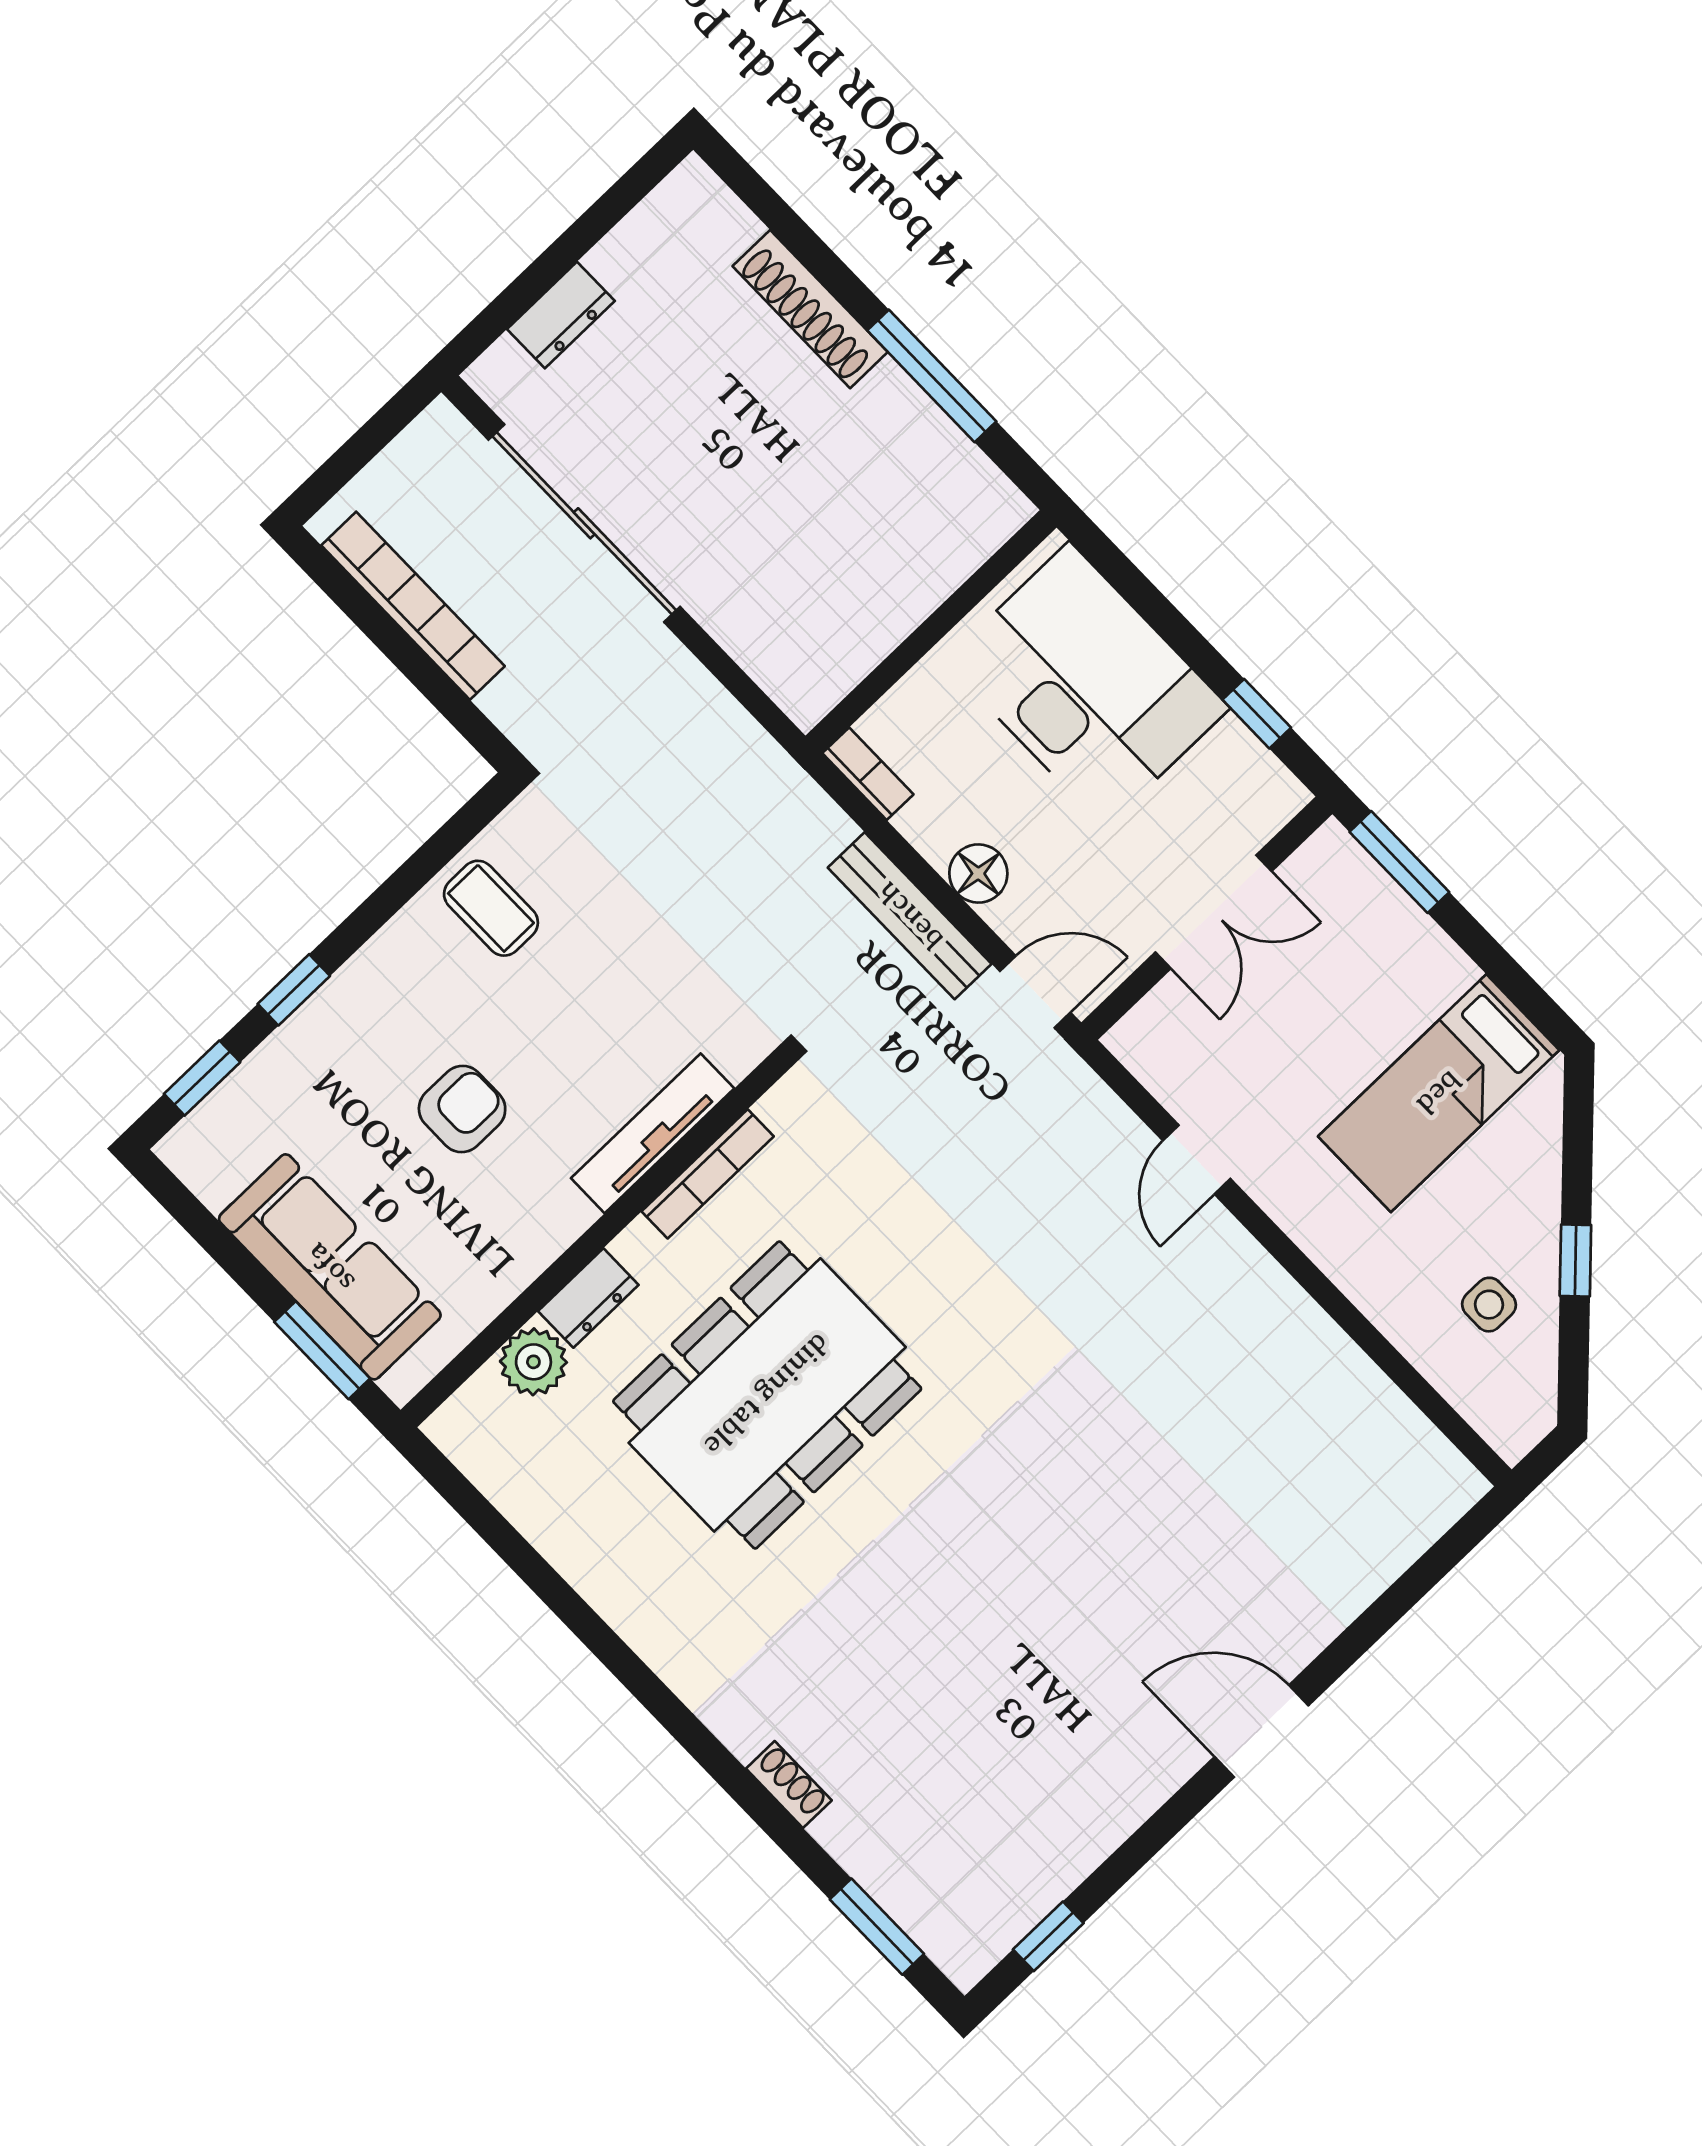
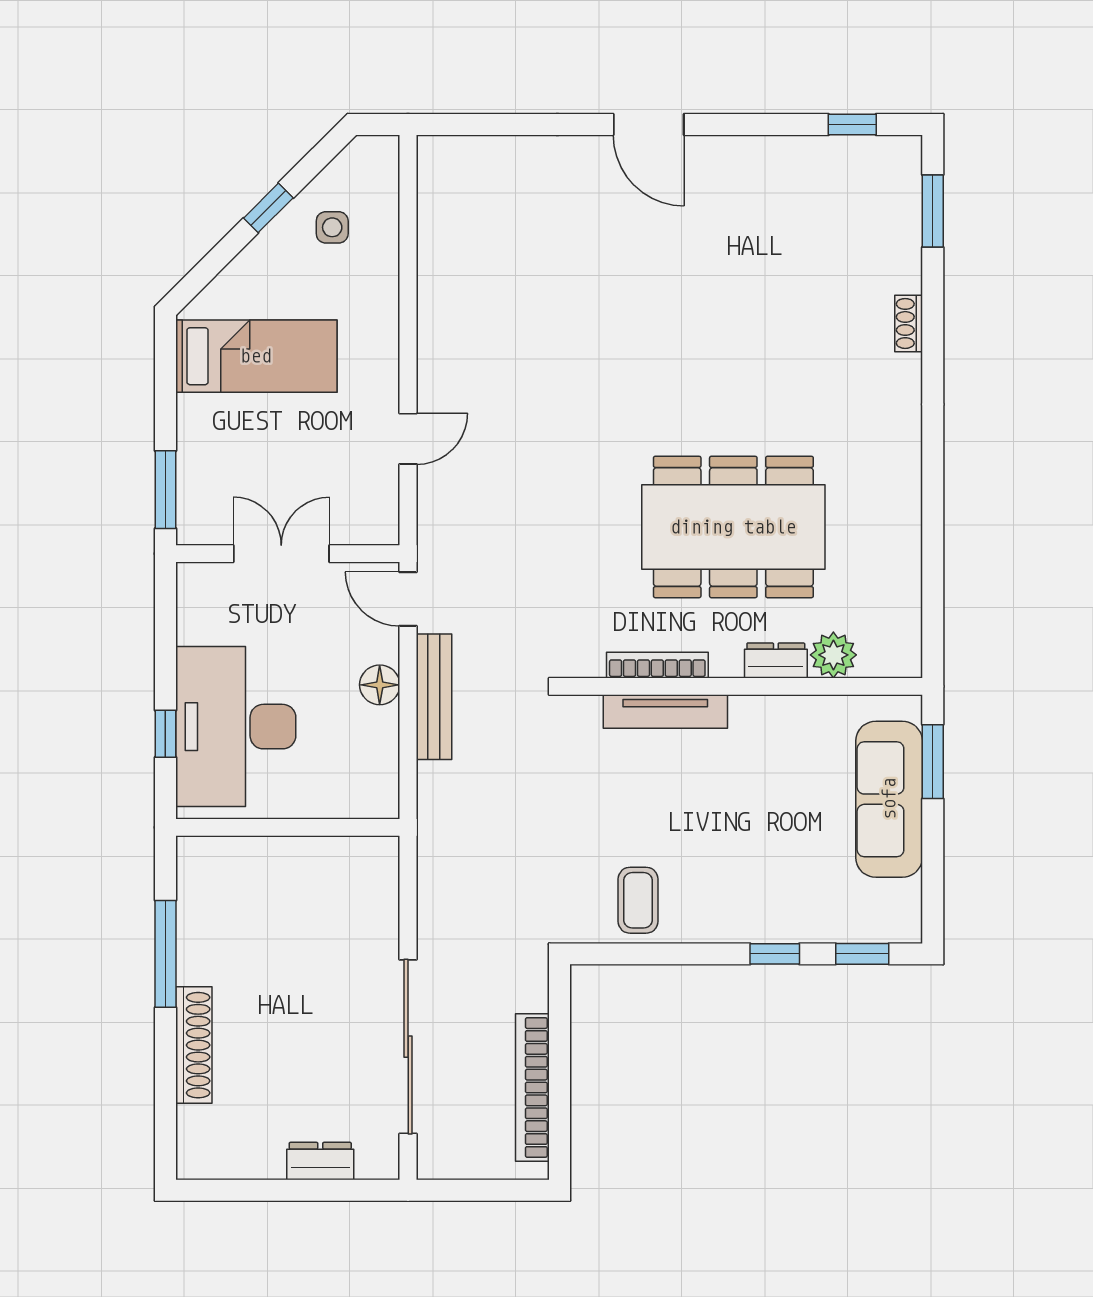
window: (1257, 714) -> (165, 734), moved
bookcase: (868, 774) -> (387, 787), removed
armchair: (462, 1109) -> (748, 814), removed

